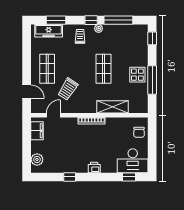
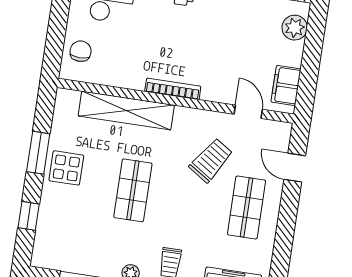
window: (152, 38) -> (29, 216), moved
window: (152, 80) -> (38, 153), width x0.69
shelving: (113, 107) -> (126, 111), width x1.47
door: (53, 115) -> (248, 112), swing flipped

